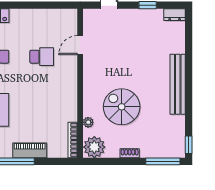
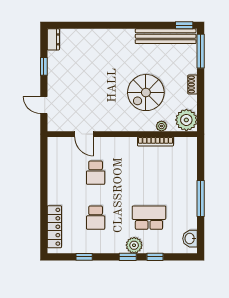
school desk: (42, 57) -> (96, 173), turned 180
bench: (178, 84) -> (166, 36), moved
bookcase: (73, 140) -> (155, 141), moved
piano: (30, 150) -> (190, 185), removed

